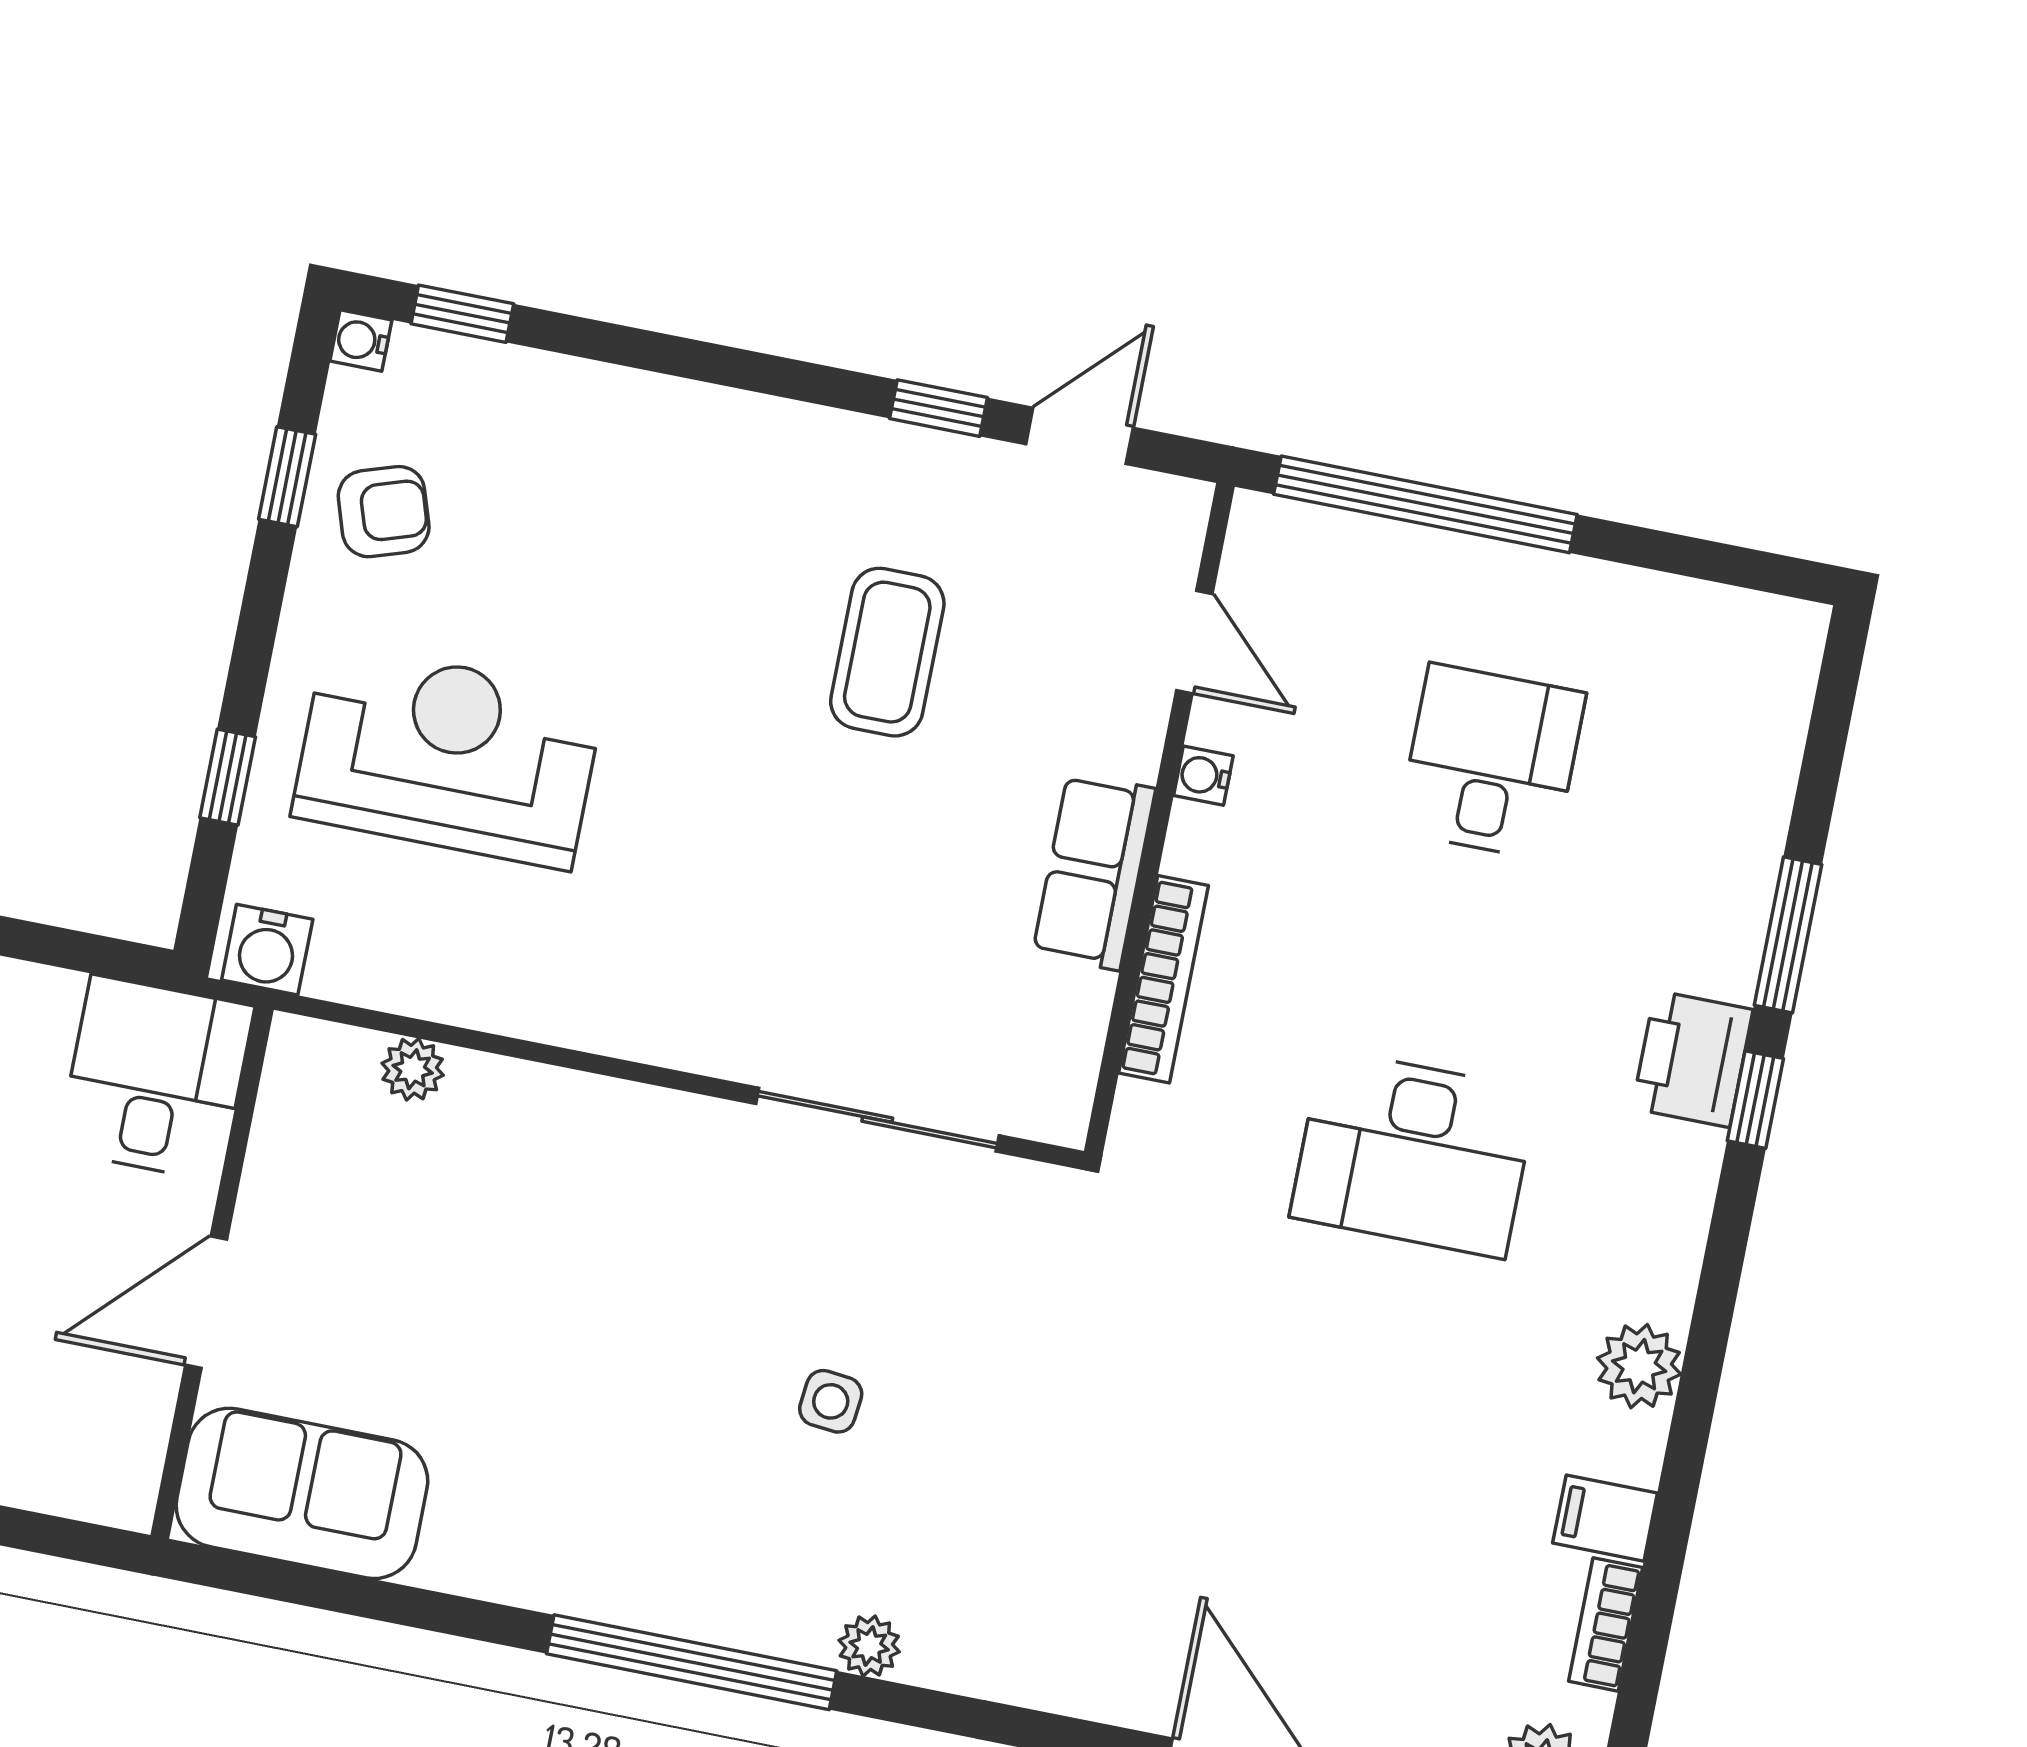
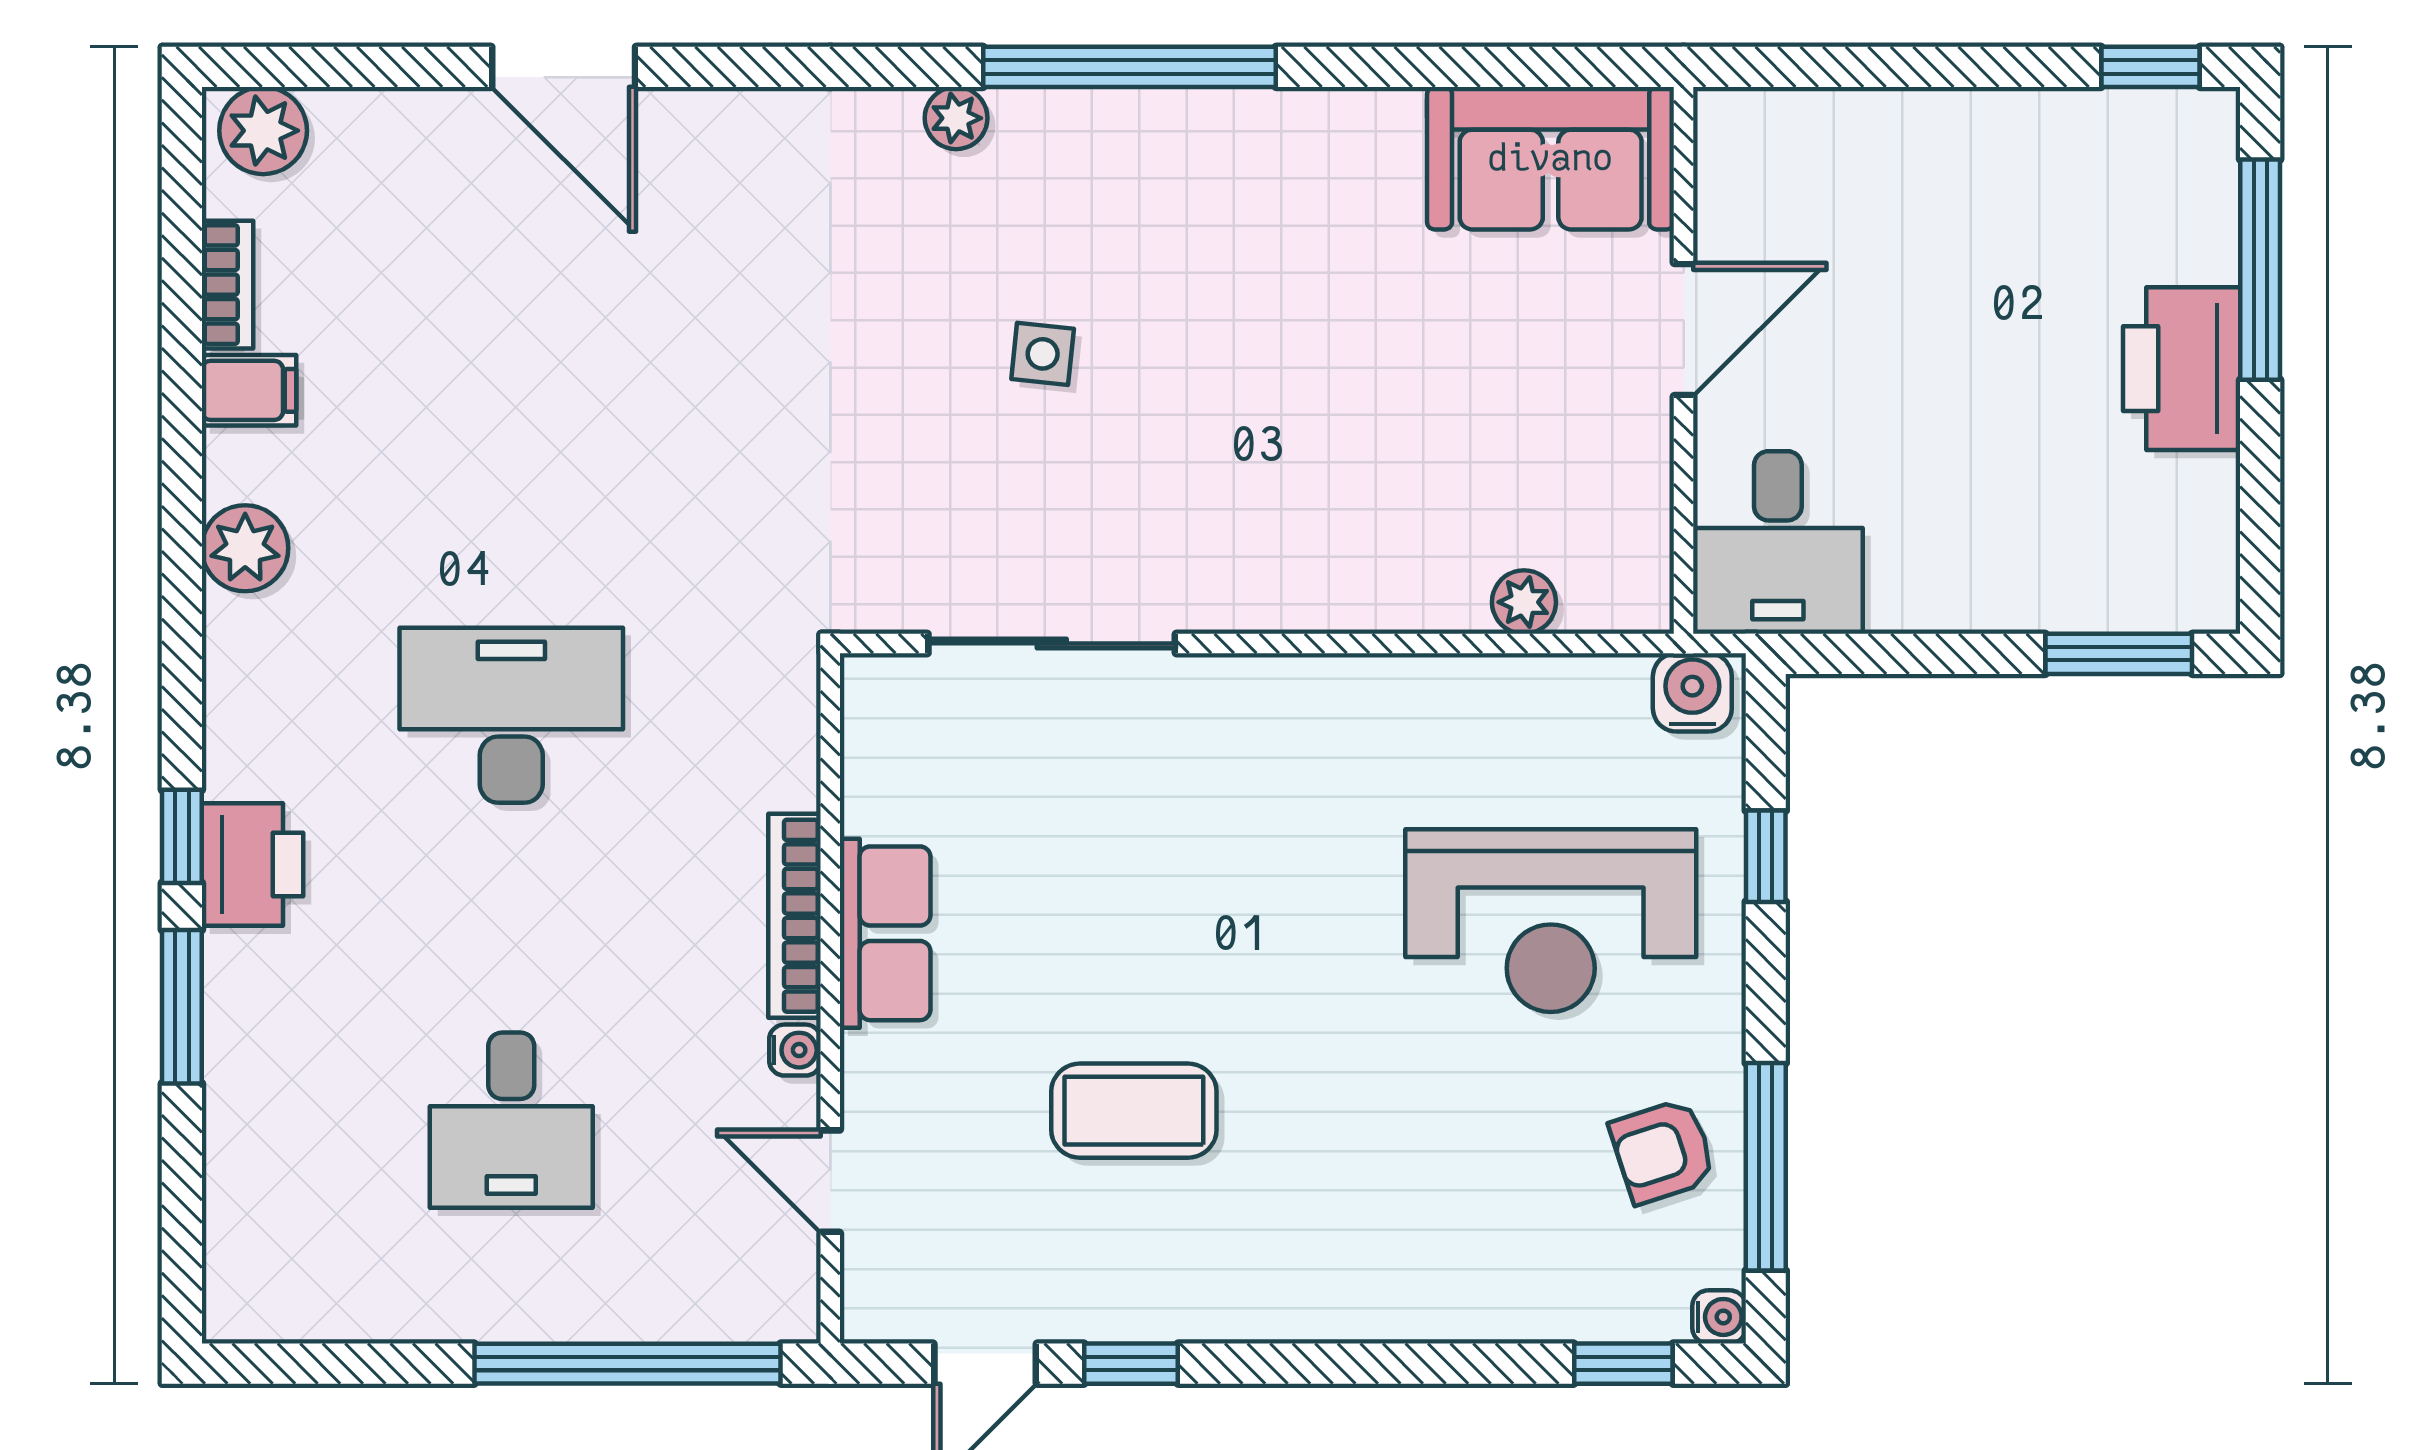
window: (287, 477) -> (1766, 1167), width x2.17
coffee table: (887, 652) -> (1134, 1111), turned 90
bookcase: (1164, 979) -> (795, 916), moved

